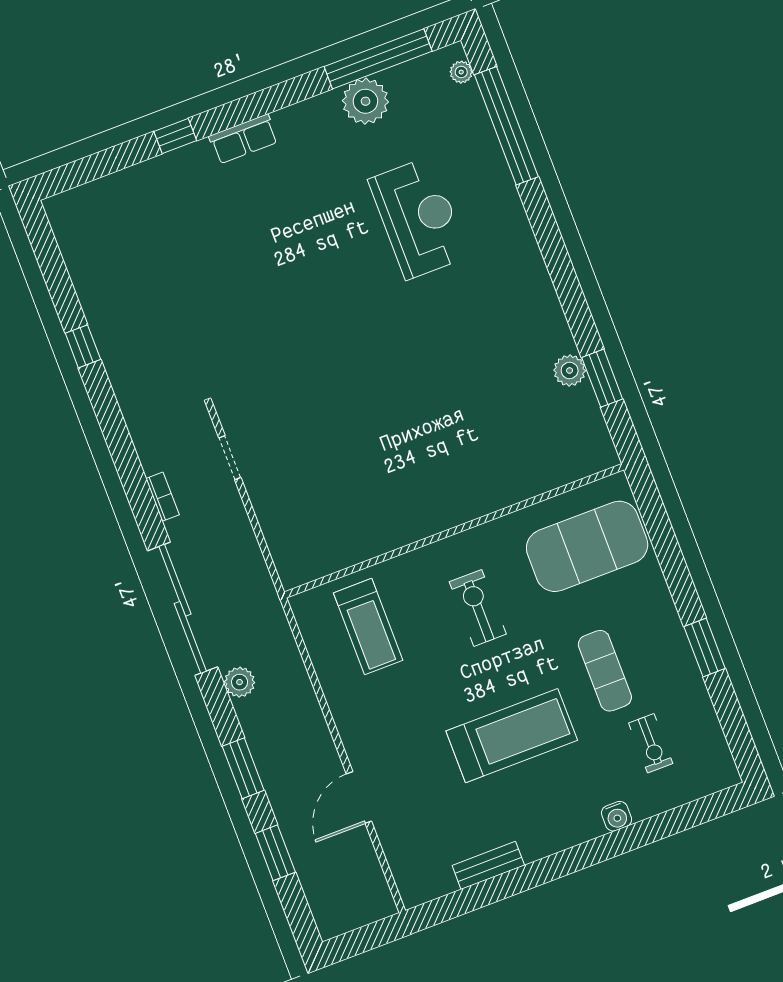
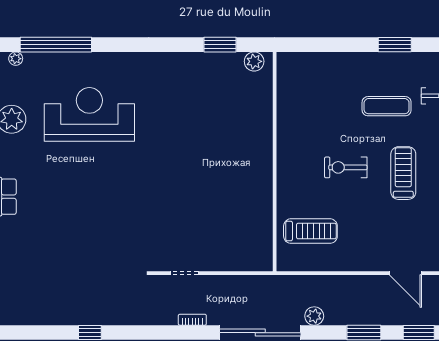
reception desk: (418, 218) -> (89, 114), width x1.36, depth x1.30
plant: (570, 370) -> (254, 61), moved
exercise mat: (587, 546) -> (312, 89), removed
exercise bike: (478, 608) -> (346, 167), moved
treadmill: (512, 736) -> (403, 173), width x0.73, depth x0.73

